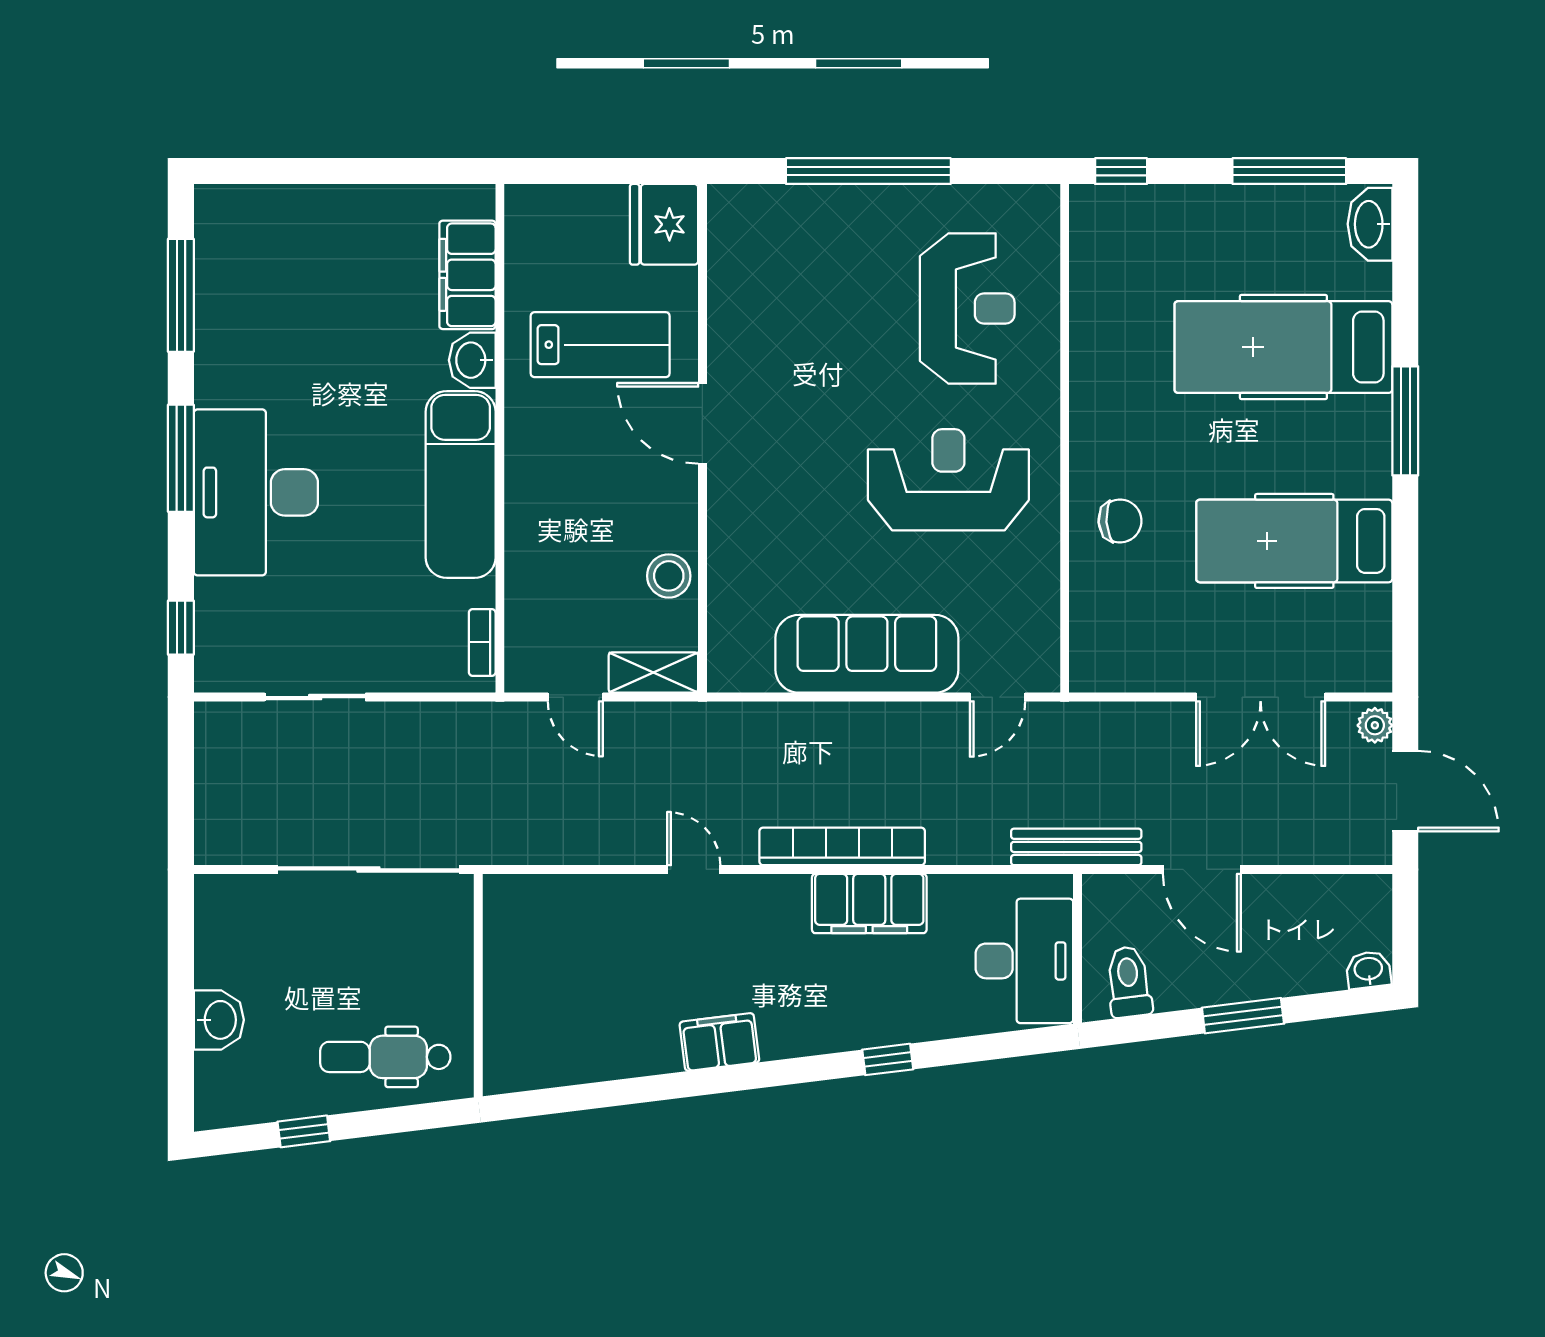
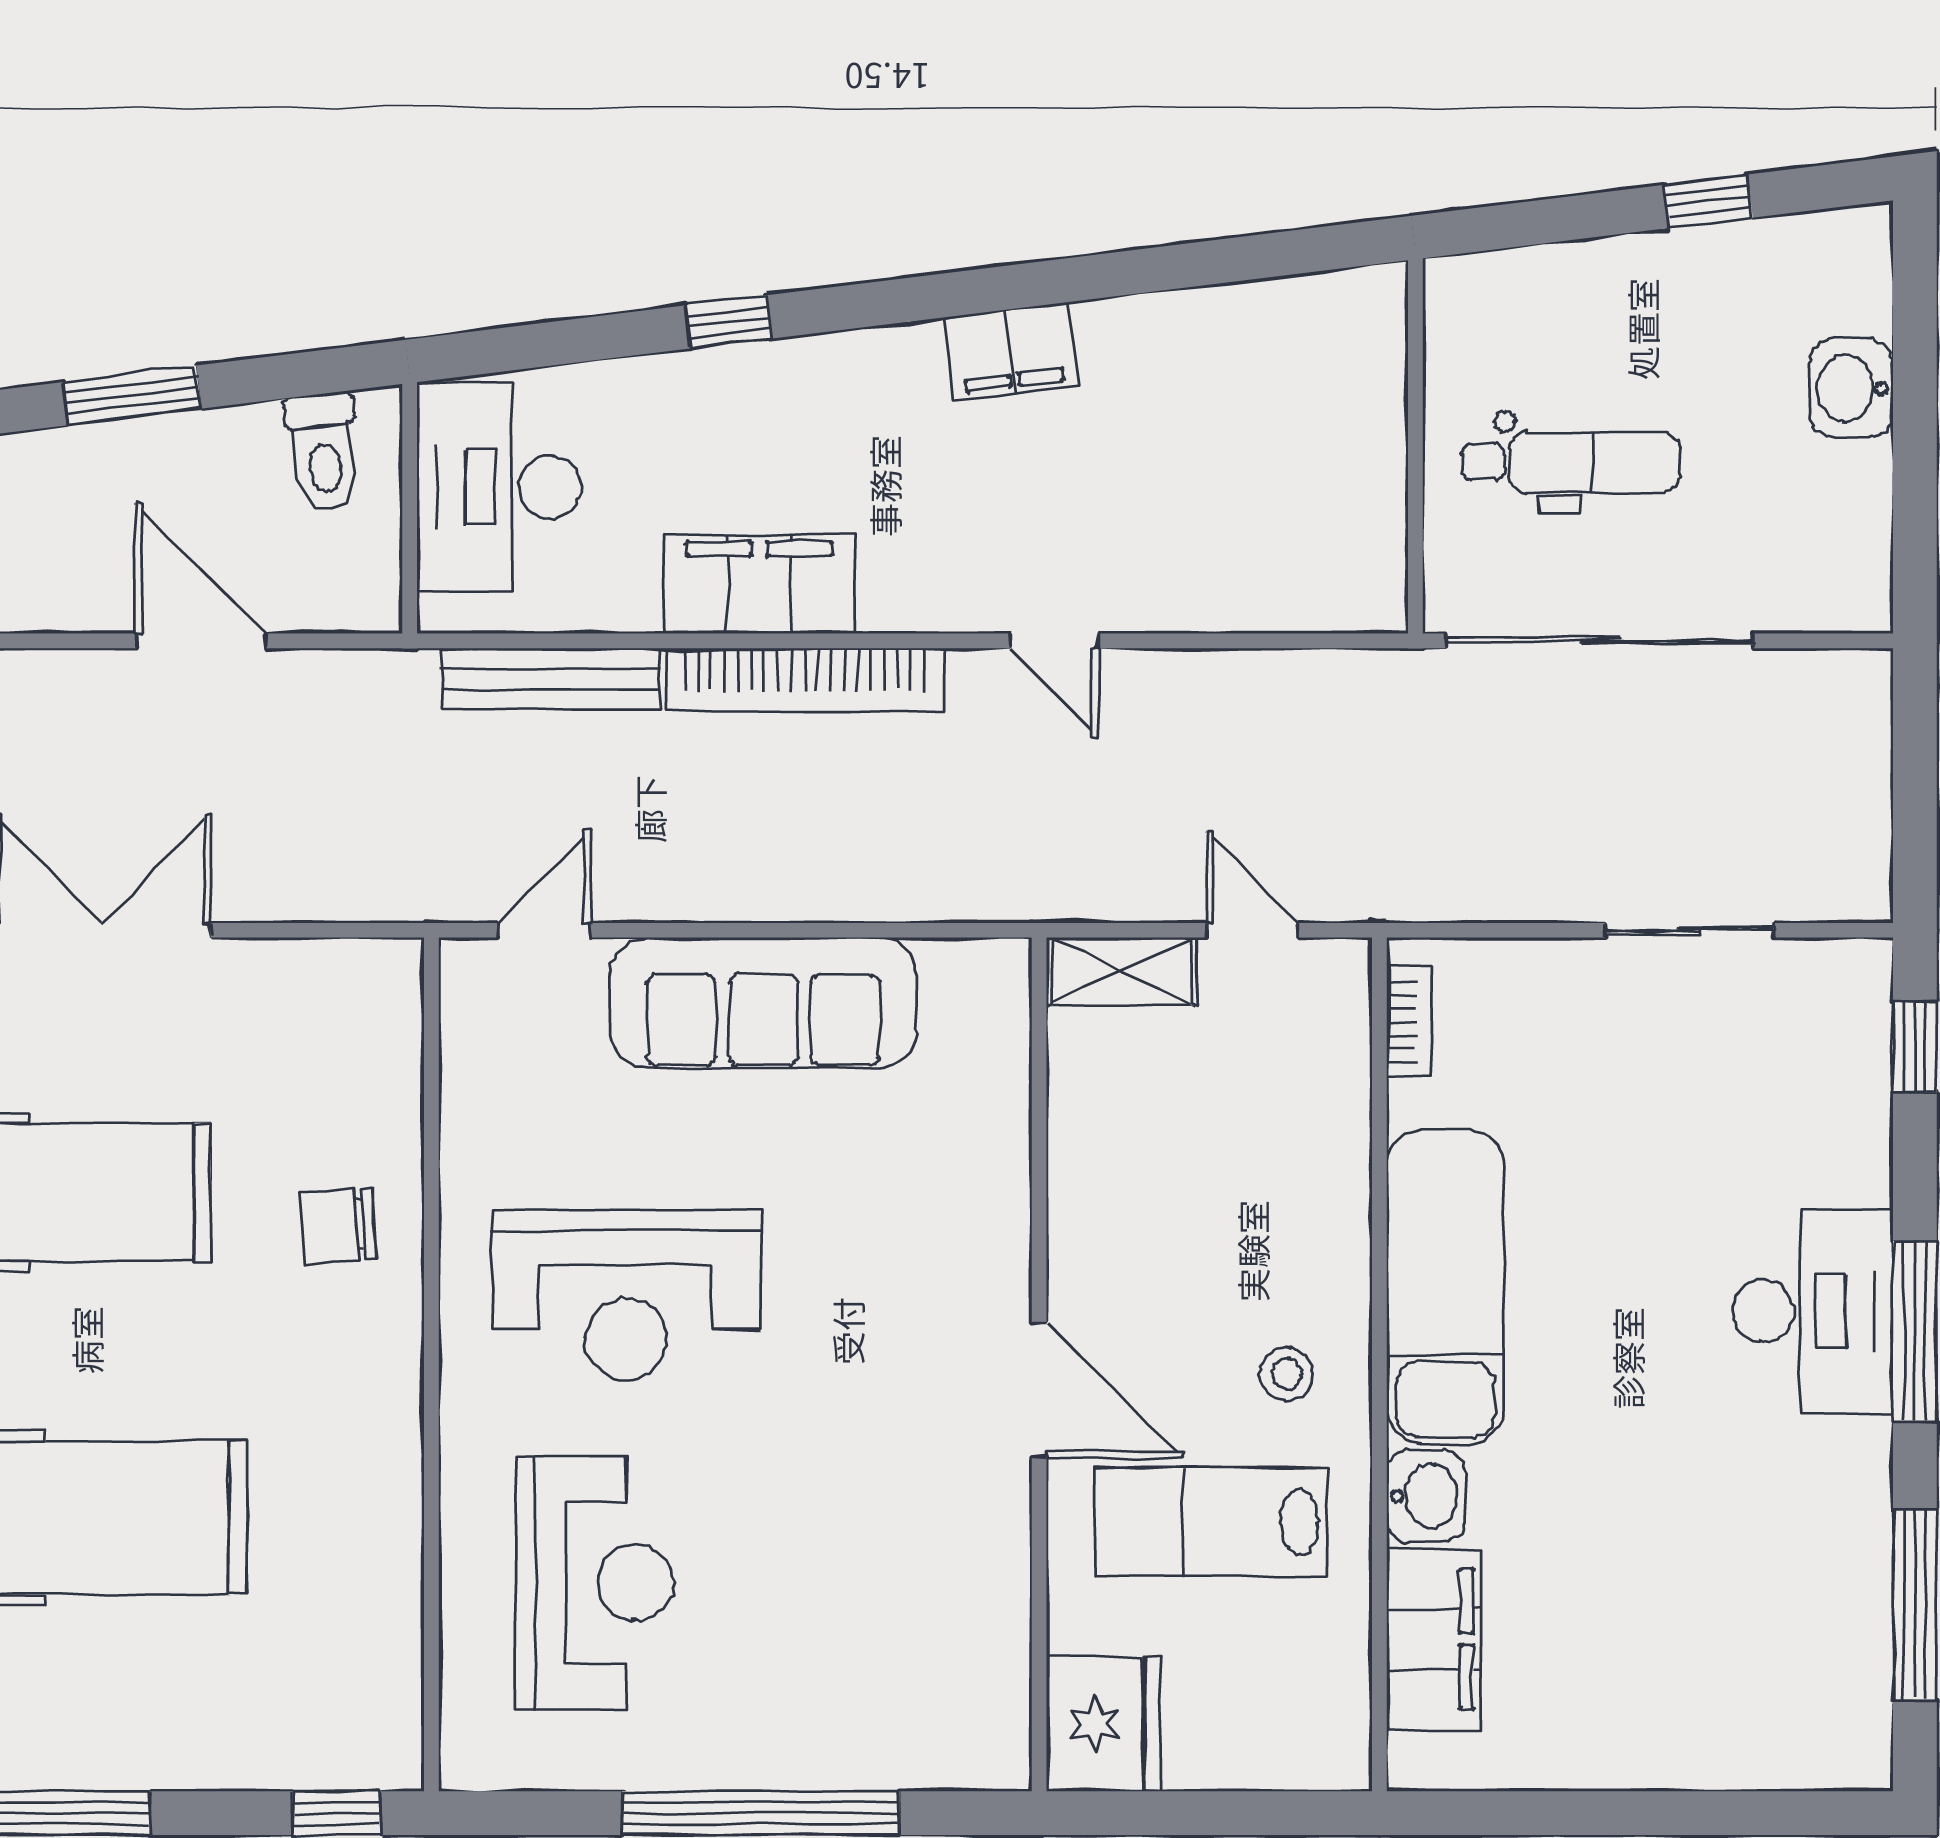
reception desk: (967, 309) -> (595, 1582), turned 180
desk: (256, 492) -> (1813, 1311), width x0.73, depth x0.77
stool: (669, 576) -> (1287, 1374), moved, width x0.73, depth x0.73
bench: (1076, 847) -> (551, 679), moved
dental chair: (385, 1057) -> (1571, 462), moved

